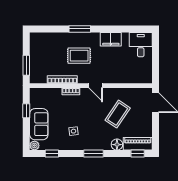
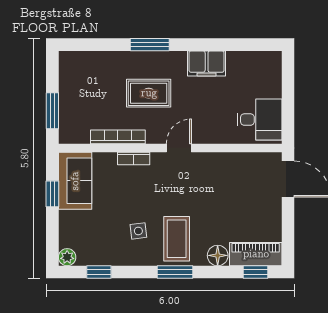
desk: (141, 45) -> (259, 120), moved, turned 90
door: (96, 86) -> (179, 148), swing flipped
coffee table: (118, 114) -> (177, 239), moved, turned -34
sofa: (39, 124) -> (75, 181), moved

